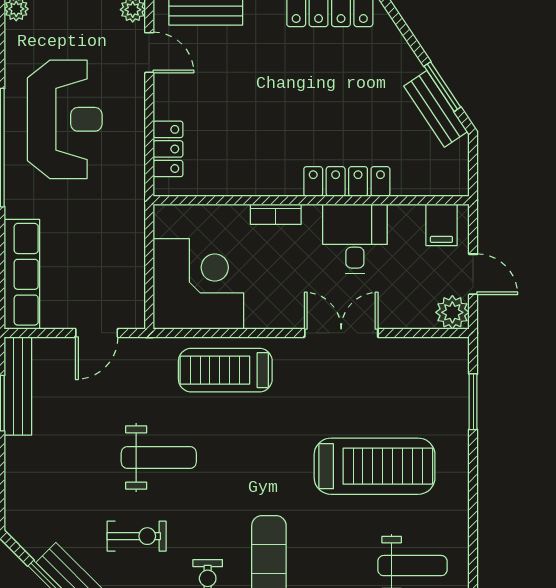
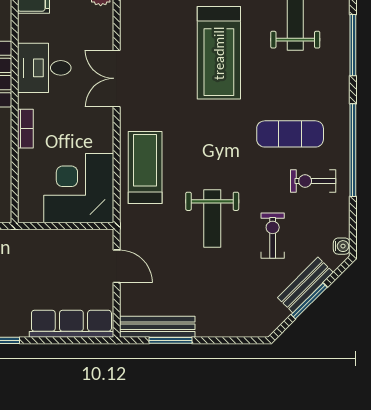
treadmill: (225, 370) -> (145, 167), turned 180
weight bench: (159, 457) -> (212, 219), turned 180
treadmill: (375, 466) -> (219, 53), turned 180

